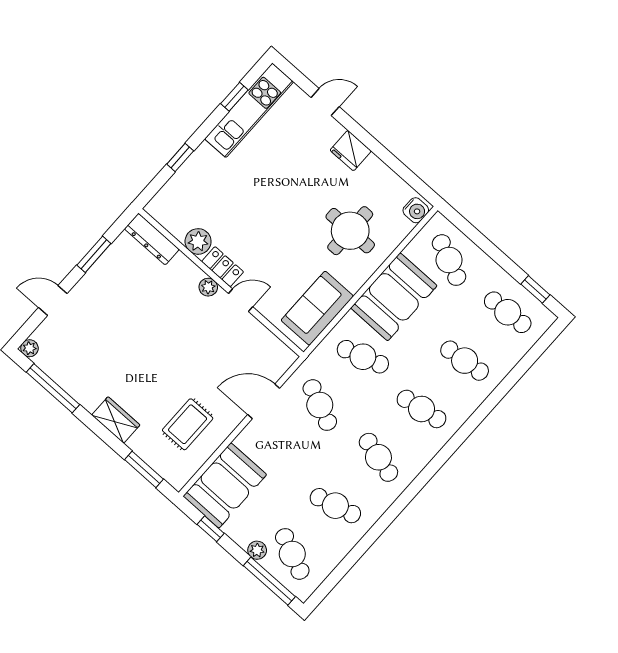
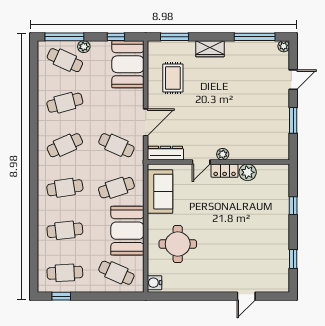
kitchen unit: (249, 110) -> (280, 259), removed
fridge: (351, 151) -> (213, 283), removed
dresser: (152, 239) -> (165, 153), moved
cafe table: (378, 457) -> (65, 145), turned -39

